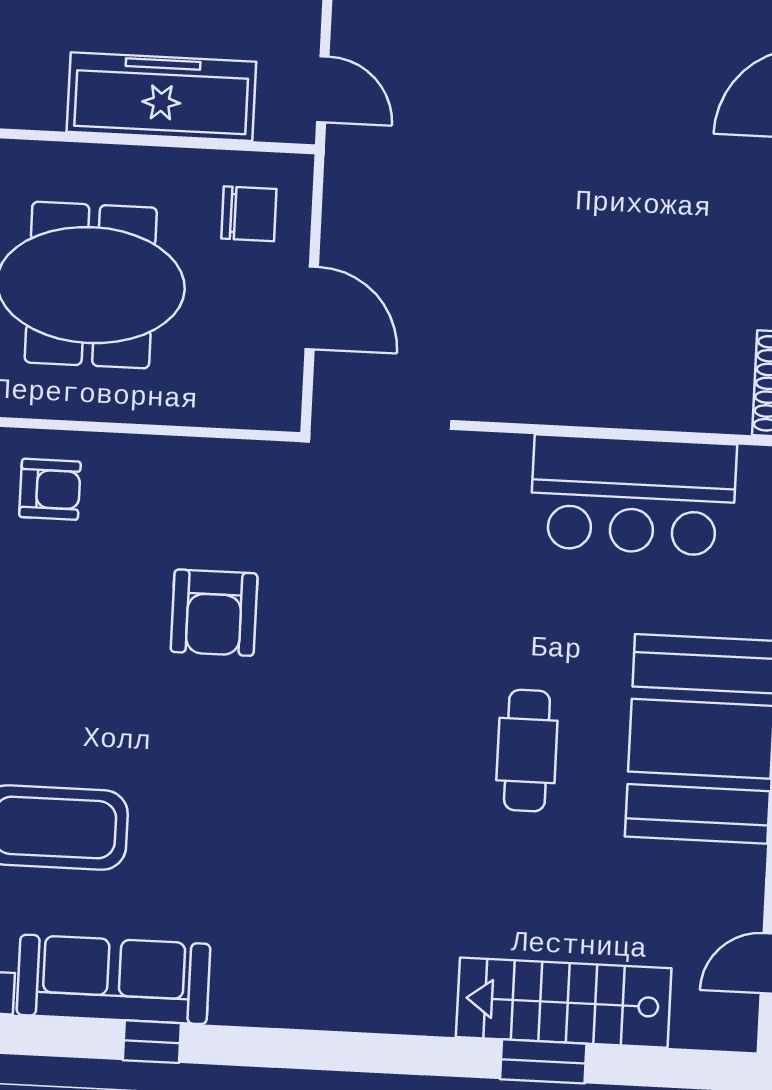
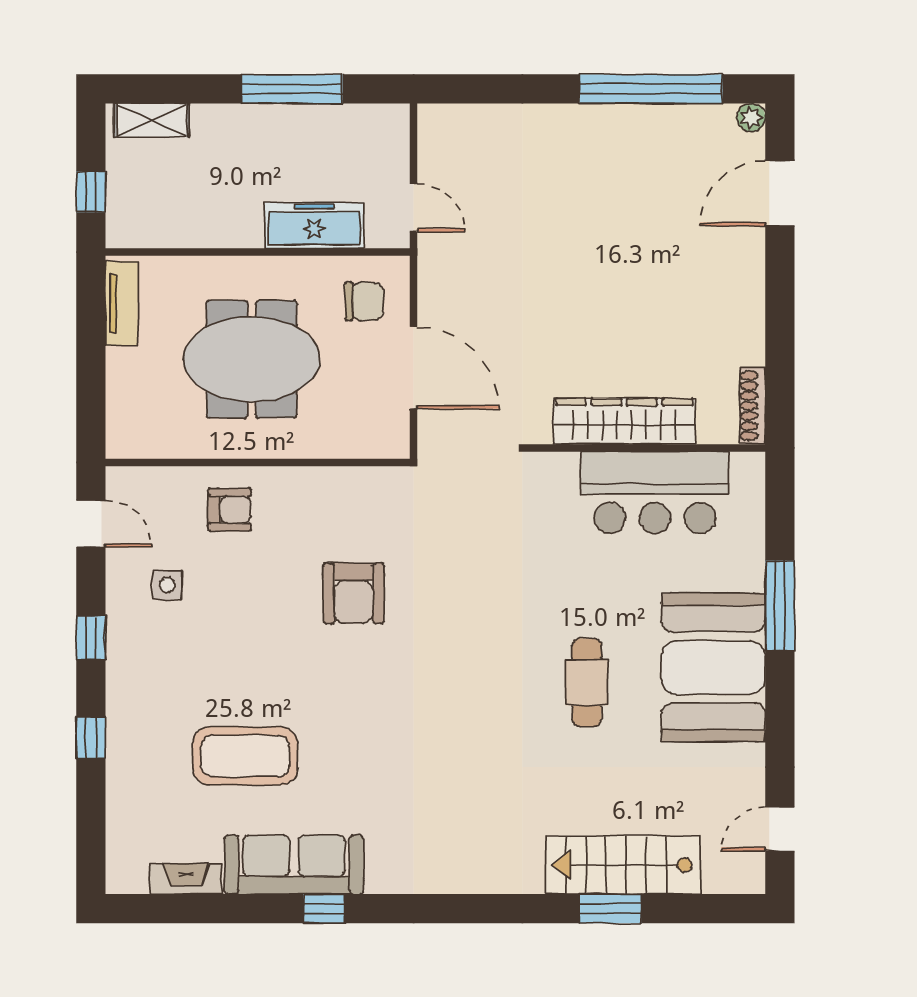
freezer: (161, 97) -> (314, 225), width x0.73, depth x0.79
door: (312, 308) -> (414, 368), width x1.36
wardrobe: (596, 396) -> (624, 421), added

